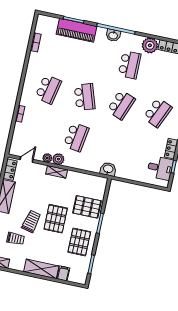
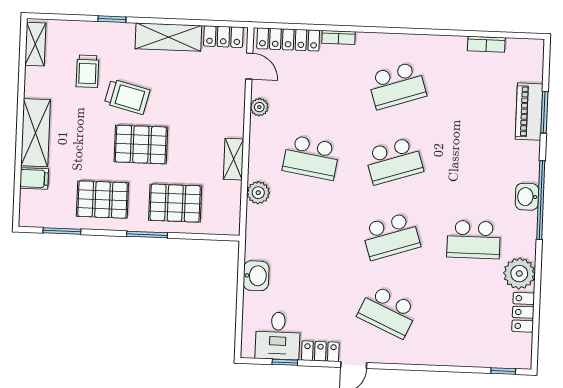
piano: (76, 30) -> (529, 112), width x0.73, depth x0.75
school desk: (48, 89) -> (397, 85), turned -30
school desk: (121, 105) -> (391, 236), turned -39
locker: (17, 138) -> (288, 39), added
plant: (58, 159) -> (258, 193), moved
washbasin: (108, 169) -> (256, 276), moved
shelving: (57, 172) -> (234, 159), moved
pallet: (87, 207) -> (175, 203), turned 90

